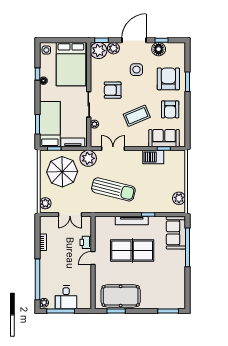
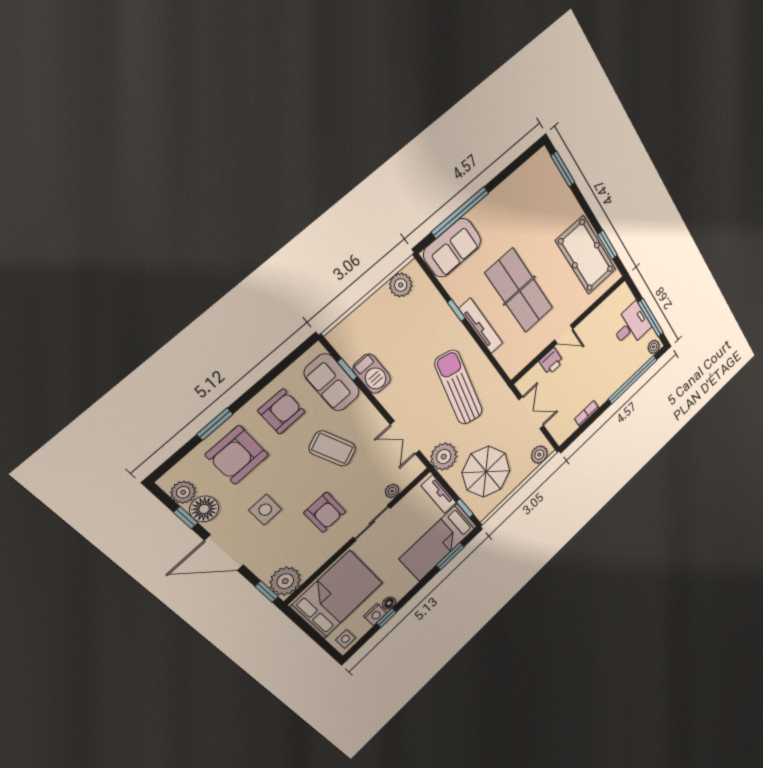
plant: (113, 48) -> (183, 492), moved
nightstand: (44, 71) -> (375, 615), added

